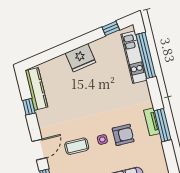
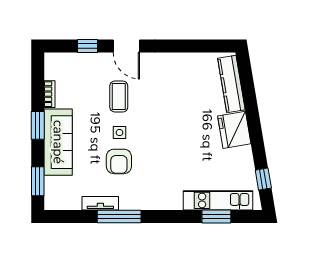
window: (146, 55) -> (216, 217), width x0.47
kitchen counter: (36, 89) -> (231, 84), moved, turned 80
window: (29, 107) -> (186, 46), removed
tv unit: (152, 122) -> (100, 203), moved

